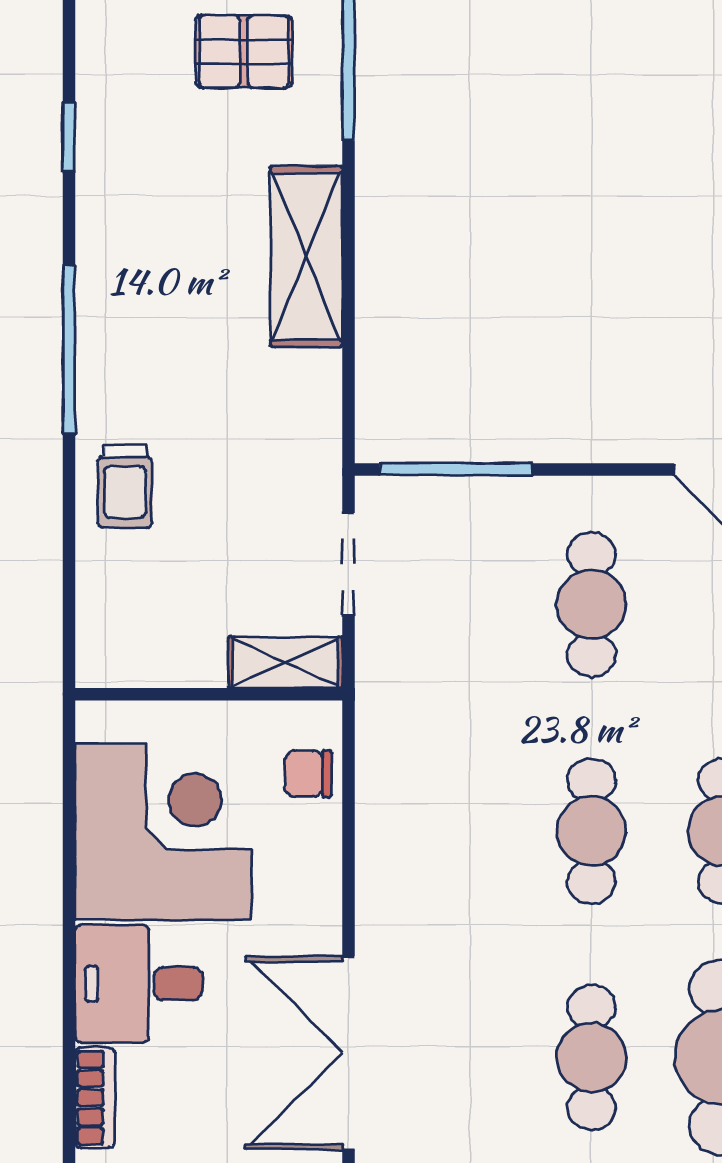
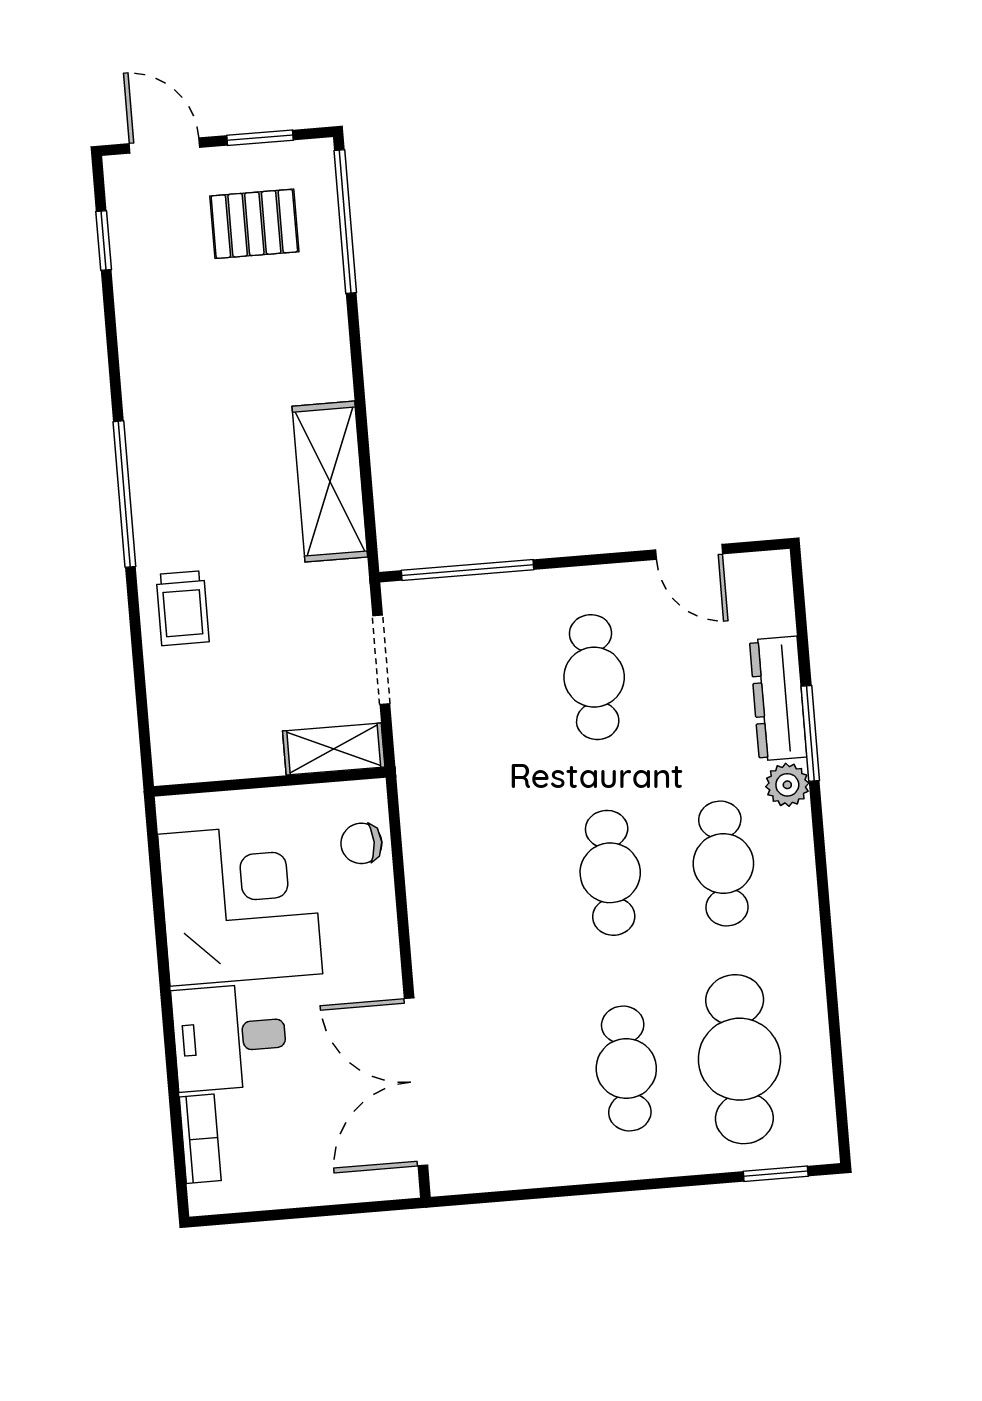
window: (69, 137) -> (104, 240), moved
shelving: (306, 256) -> (330, 482), moved

